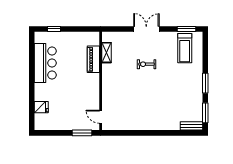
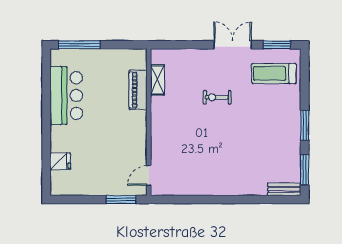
window: (54, 29) -> (79, 45), width x2.17
double door: (146, 29) -> (233, 45), moved
treadmill: (185, 48) -> (274, 73), turned 90
door: (101, 117) -> (149, 176), hinge flipped

